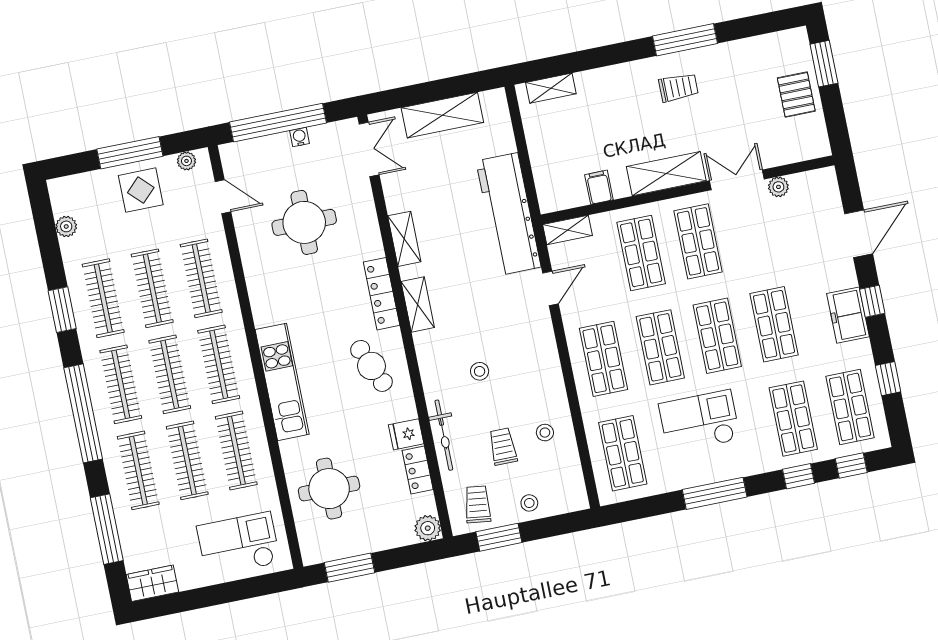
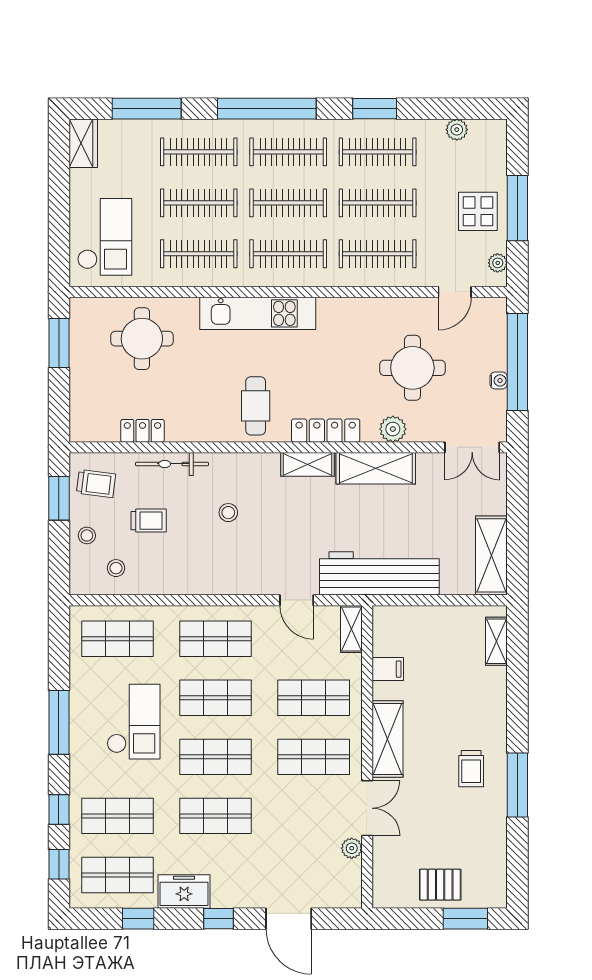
shelving: (442, 115) -> (491, 555), moved
shelving: (404, 239) -> (376, 468), width x1.50, depth x1.33
freezer: (848, 315) -> (184, 892), moved
cafe table: (371, 366) -> (256, 406), turned -67
stool: (545, 433) -> (116, 568), moved
fridge: (406, 434) -> (180, 427), removed
plant: (428, 528) -> (393, 429), moved

